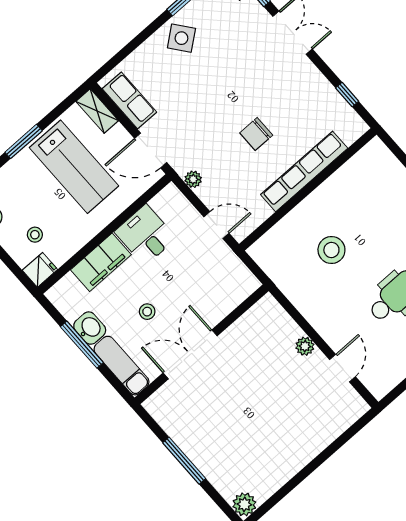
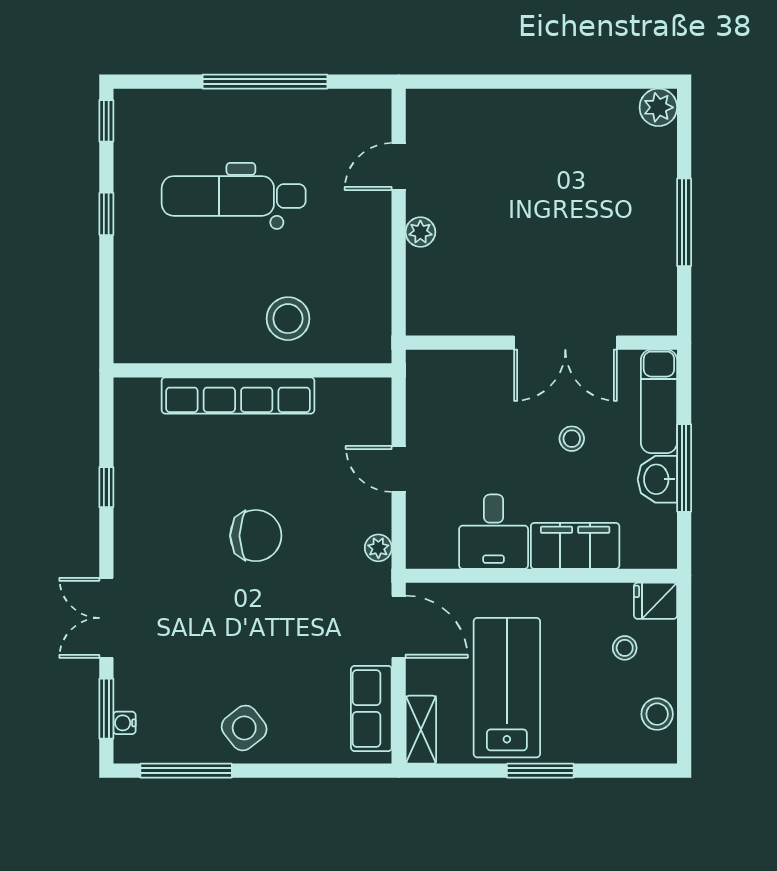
chair: (256, 134) -> (256, 536), width x1.37, depth x1.37
row of seats: (304, 171) -> (238, 395), moved
wall: (308, 189) -> (252, 370), moved

